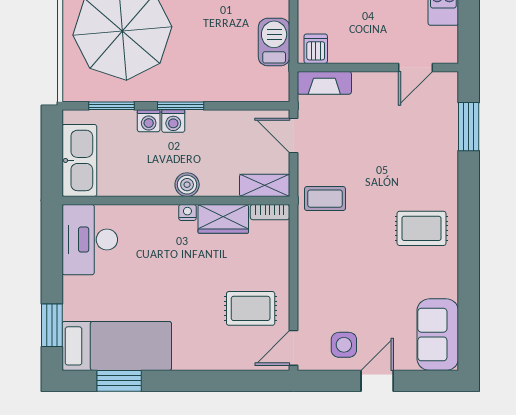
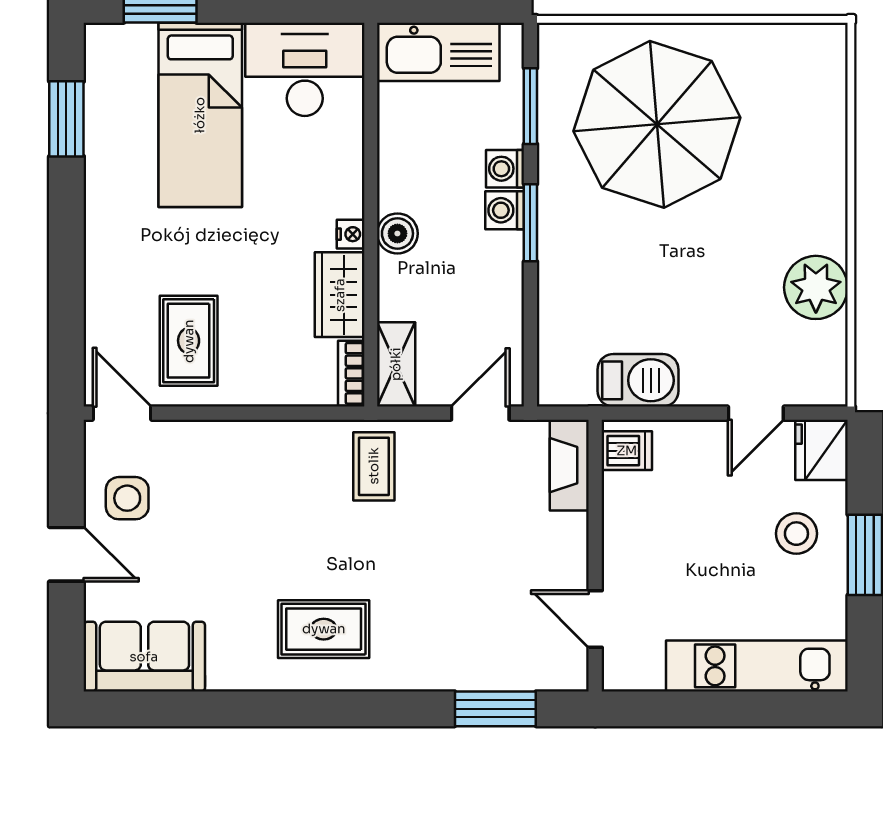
rug: (422, 228) -> (324, 629), turned 90
bed: (117, 346) -> (200, 115), moved

